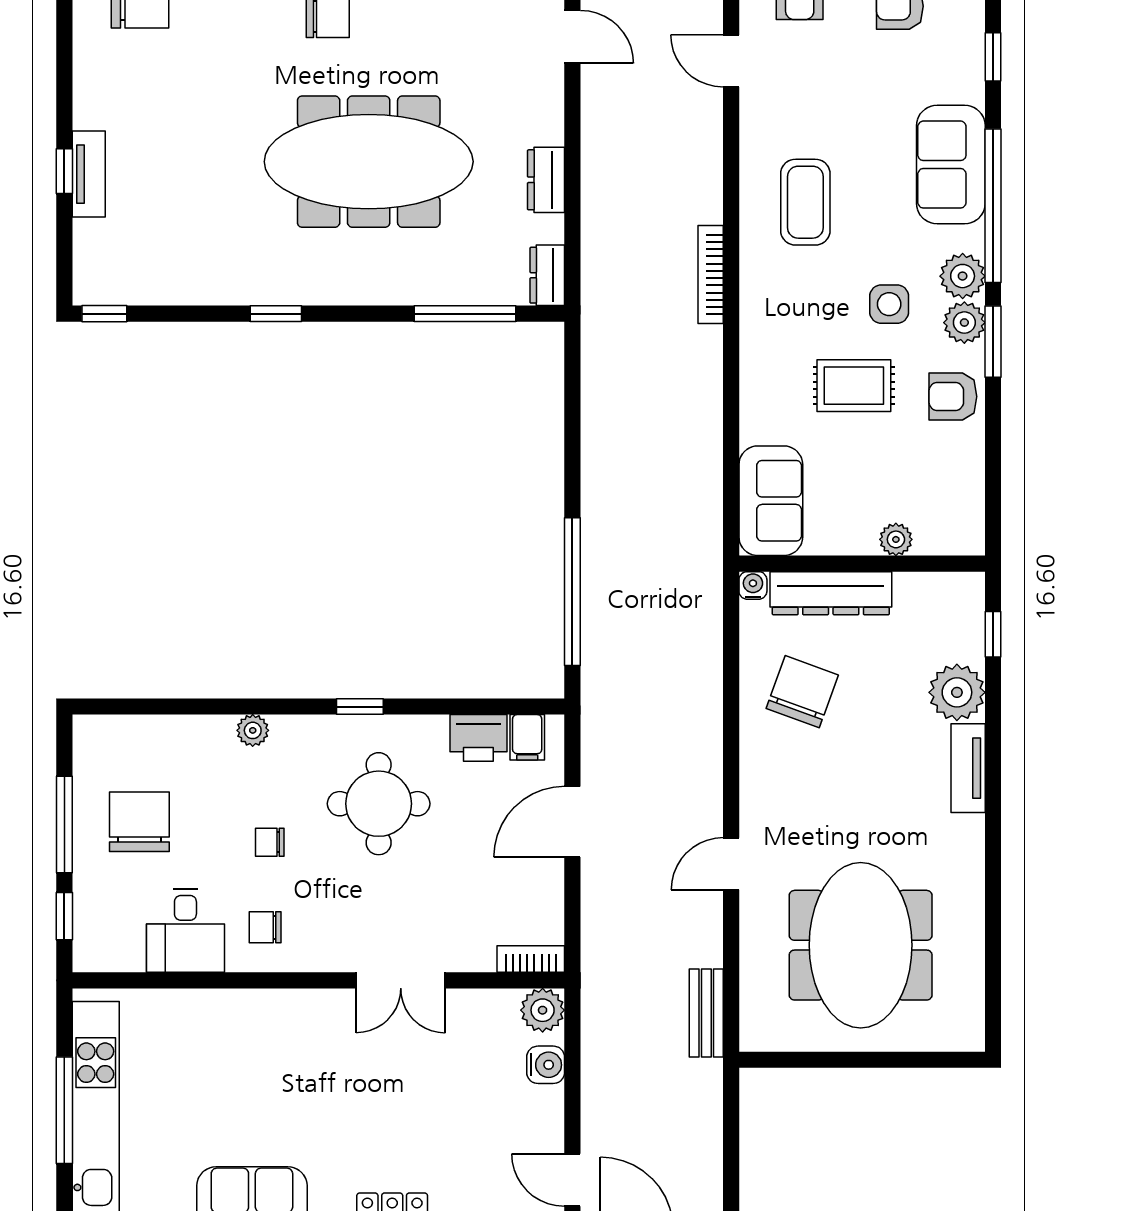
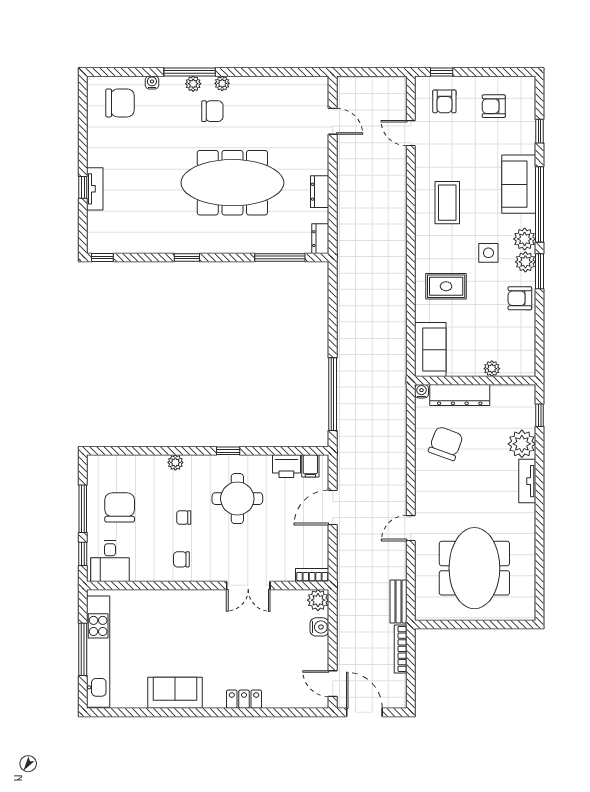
bookcase: (711, 275) -> (401, 649), moved
rug: (854, 386) -> (446, 286), moved
desk: (185, 931) -> (110, 561), moved

